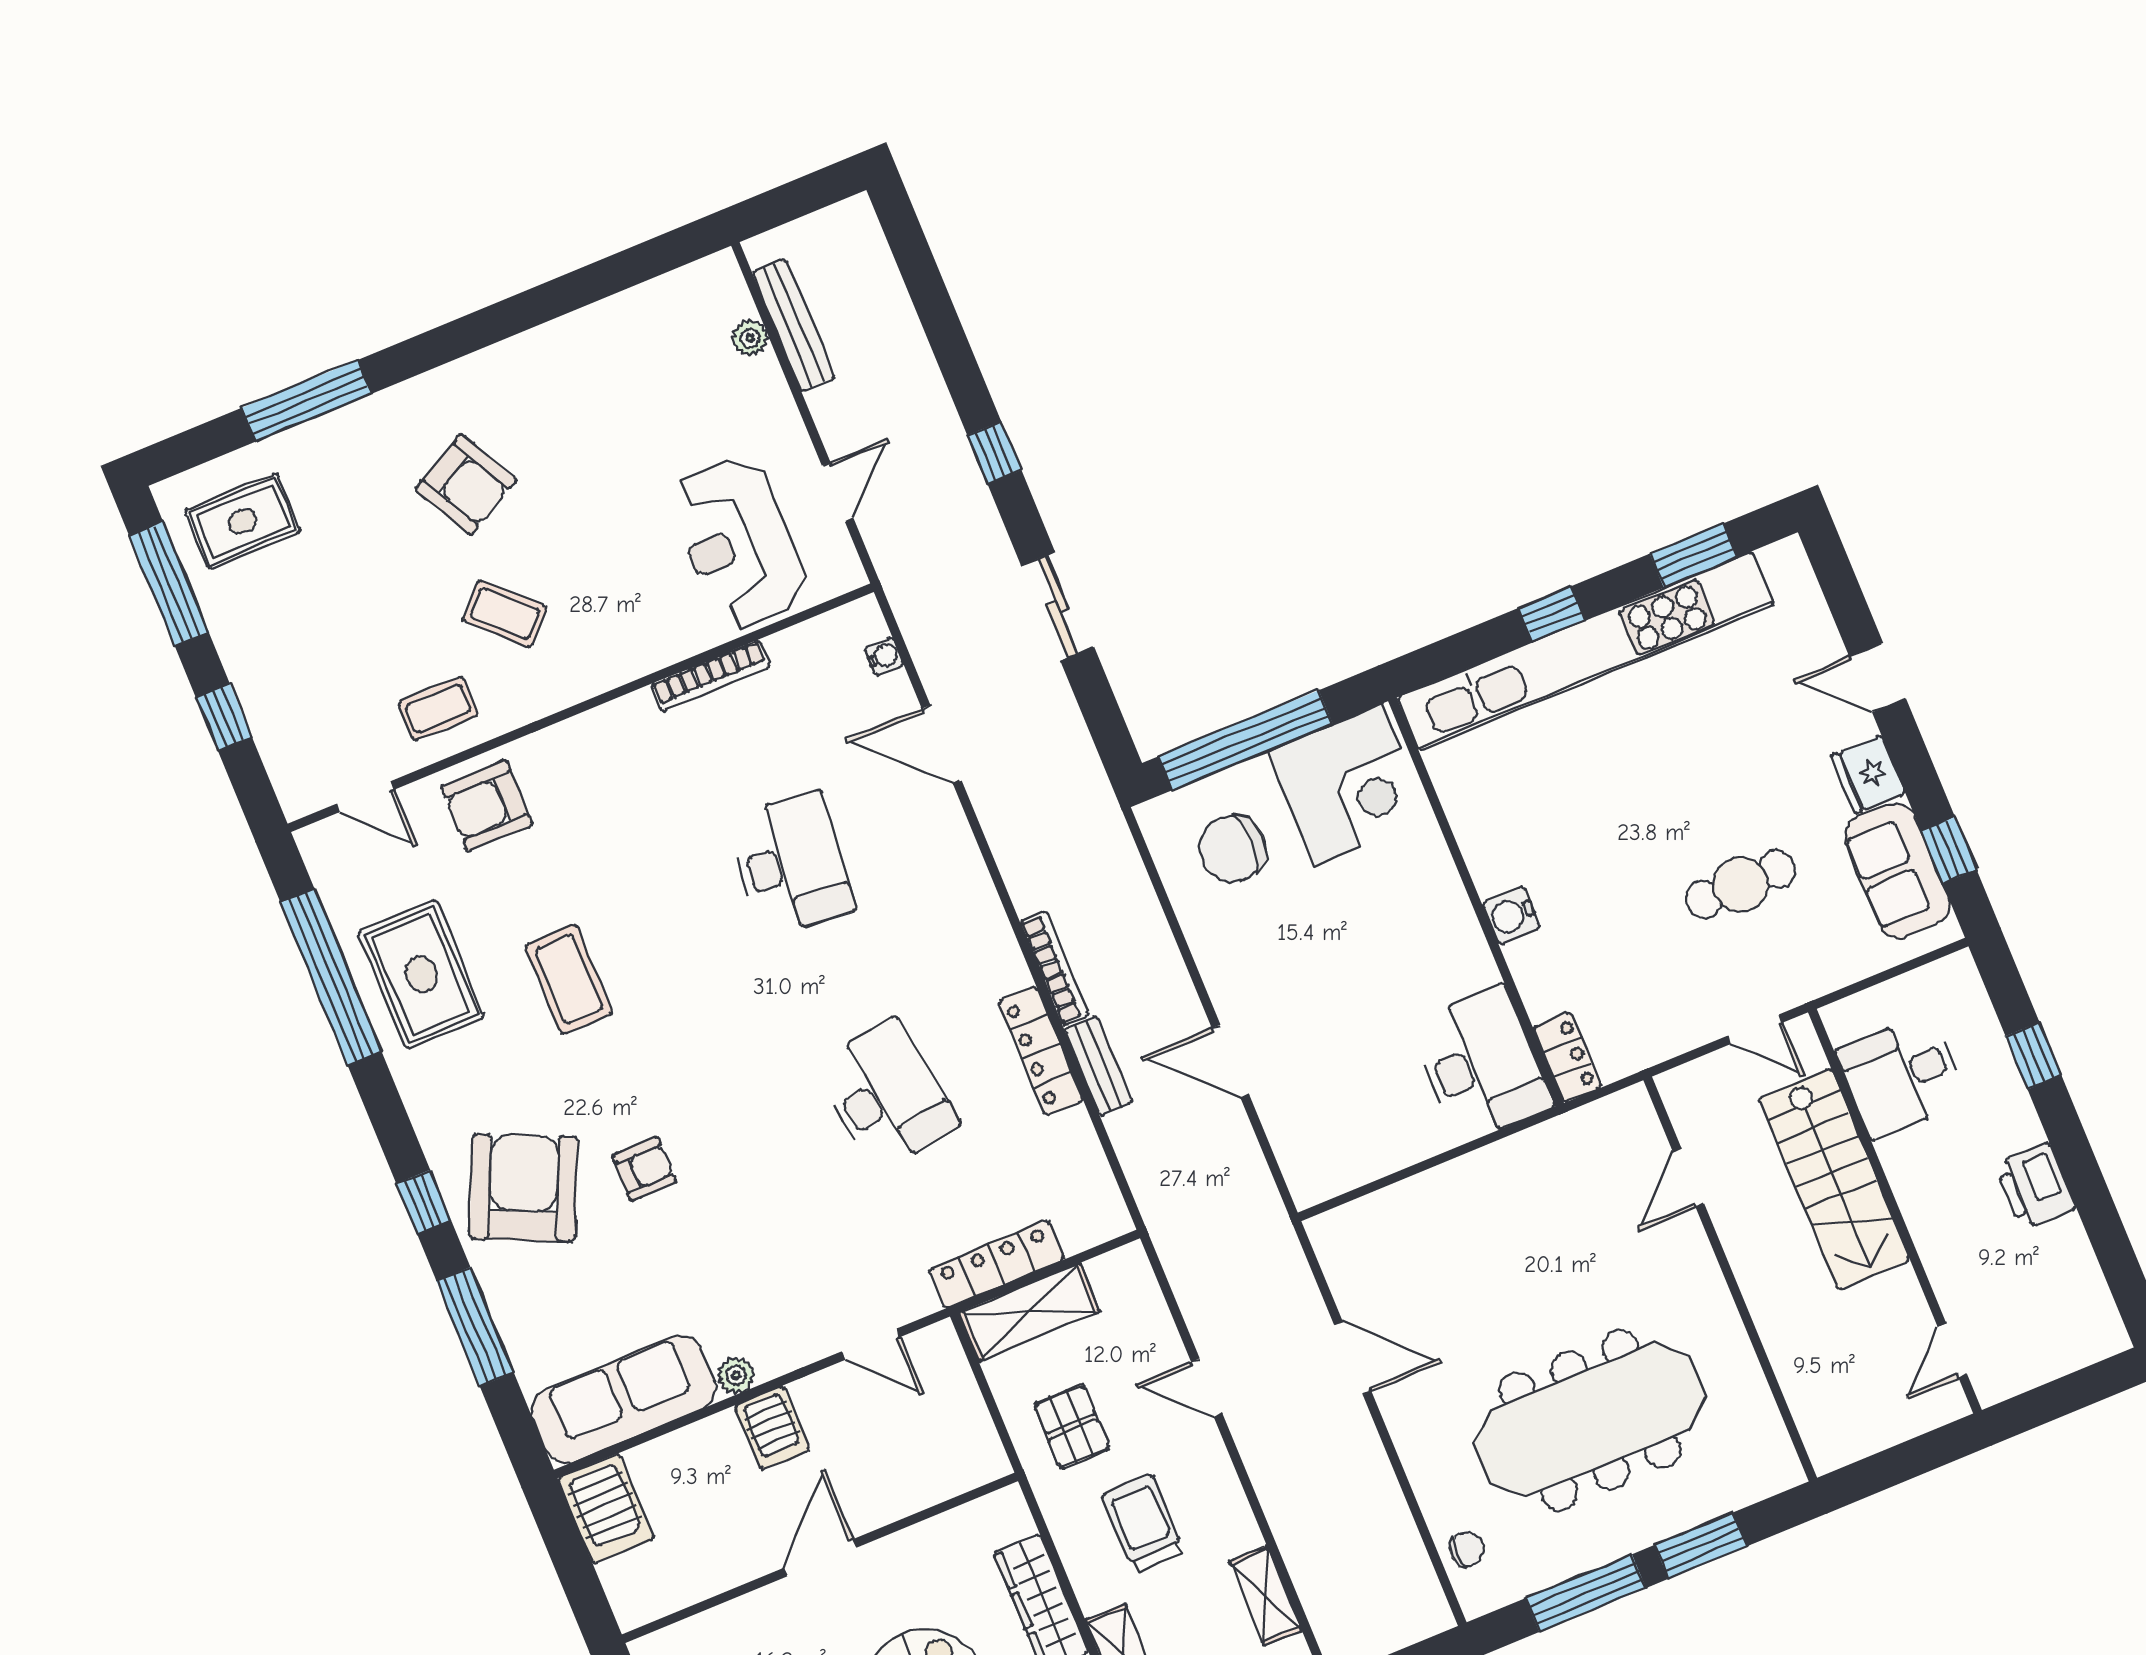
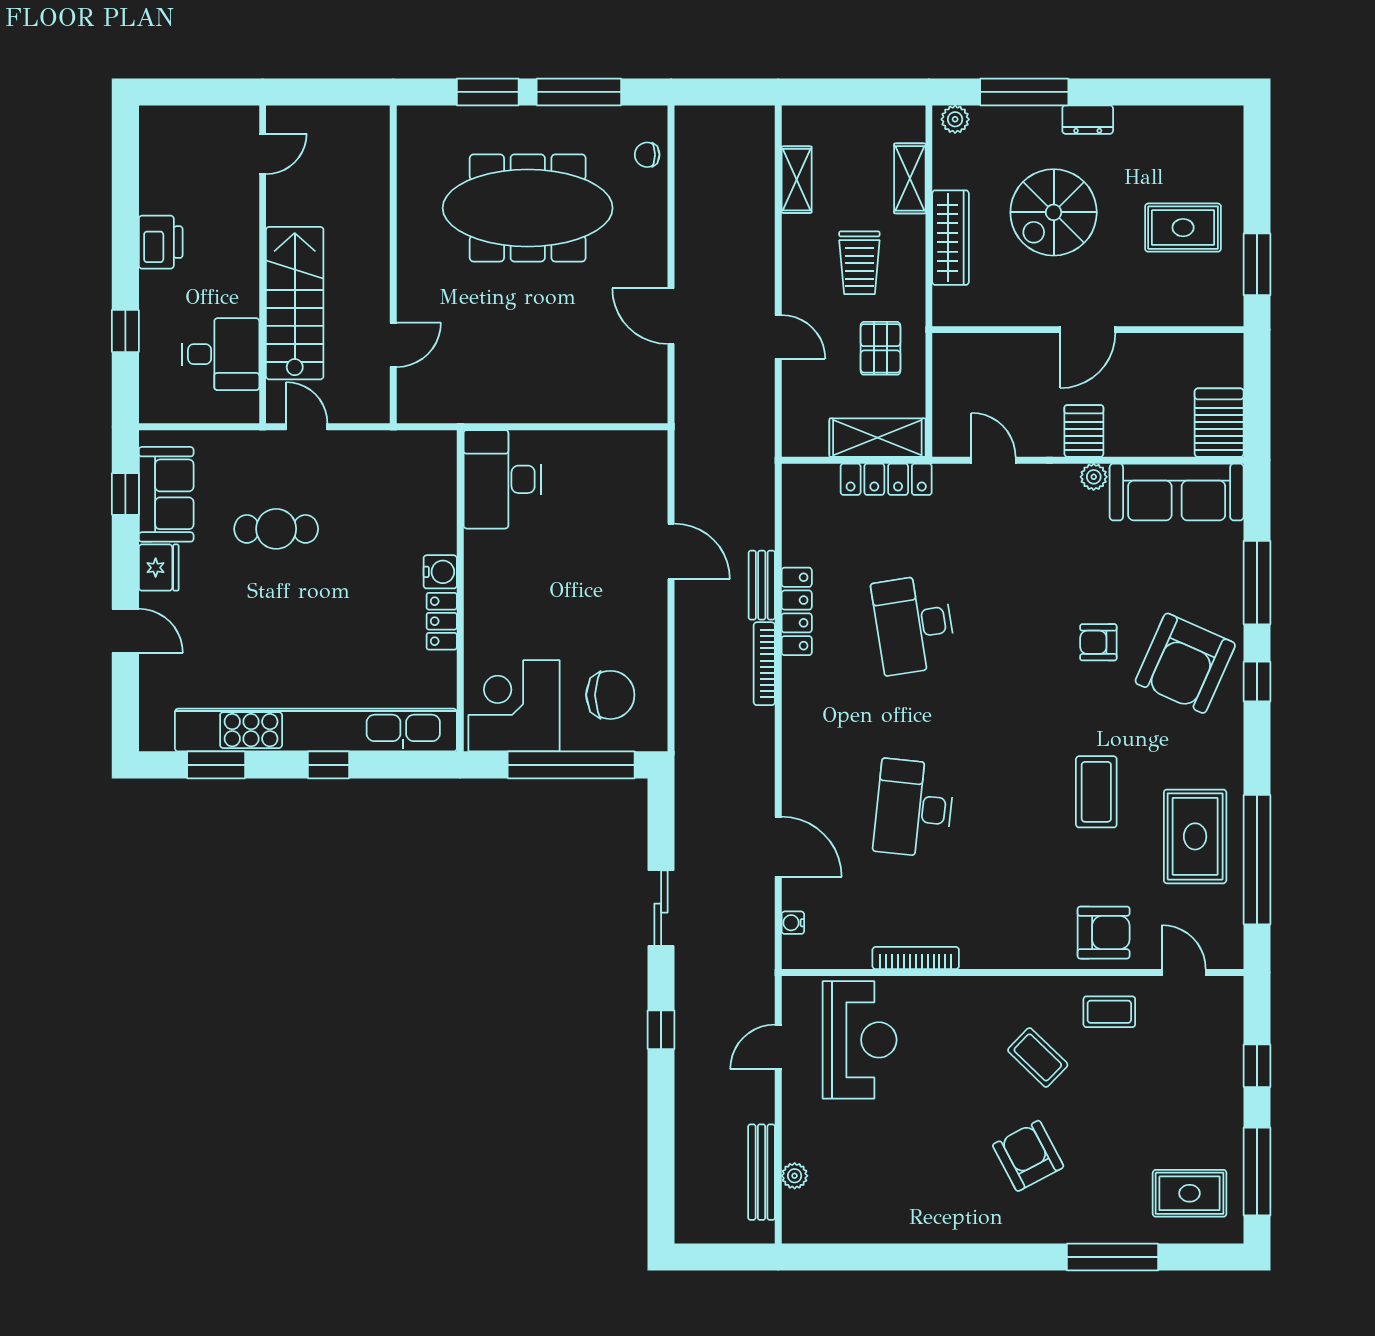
locker: (1567, 1057) -> (442, 621), moved

